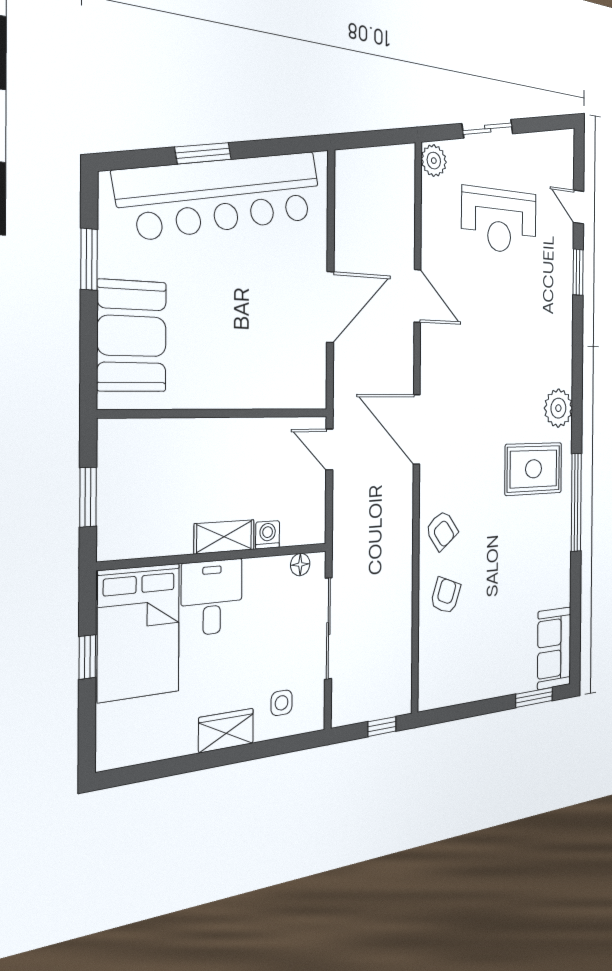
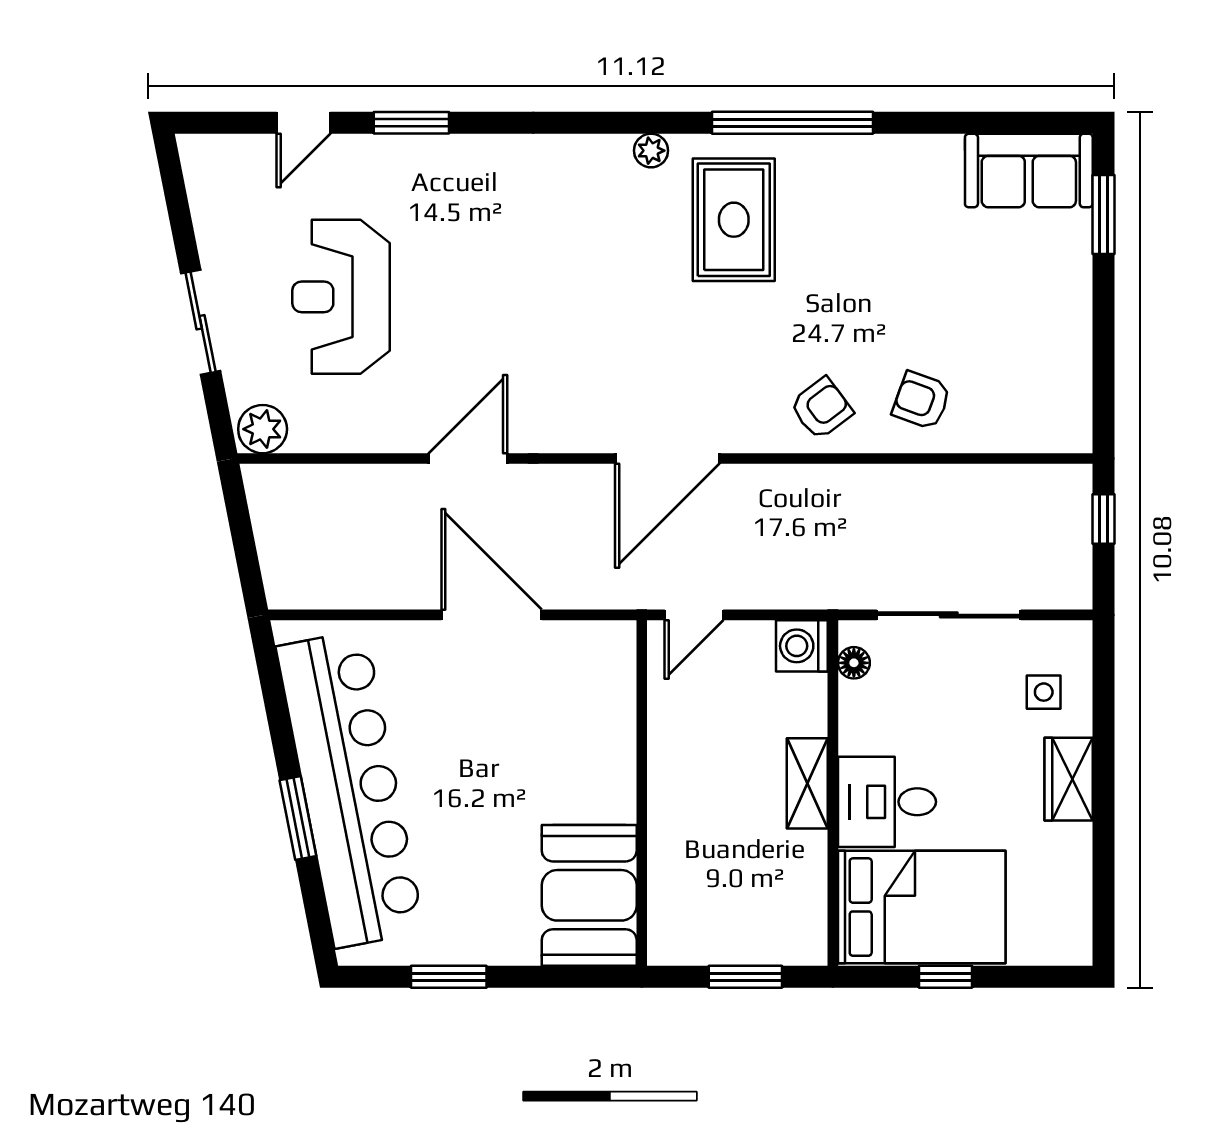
reception desk: (499, 220) -> (341, 297), turned 180
booth: (132, 336) -> (589, 895), moved, turned 90
plant: (558, 408) -> (651, 151), width x0.53, depth x0.53
washing machine: (268, 535) -> (802, 646), moved, width x1.38, depth x1.38

